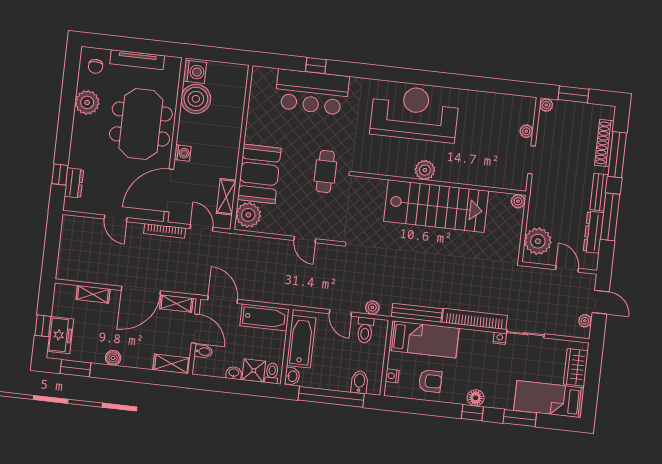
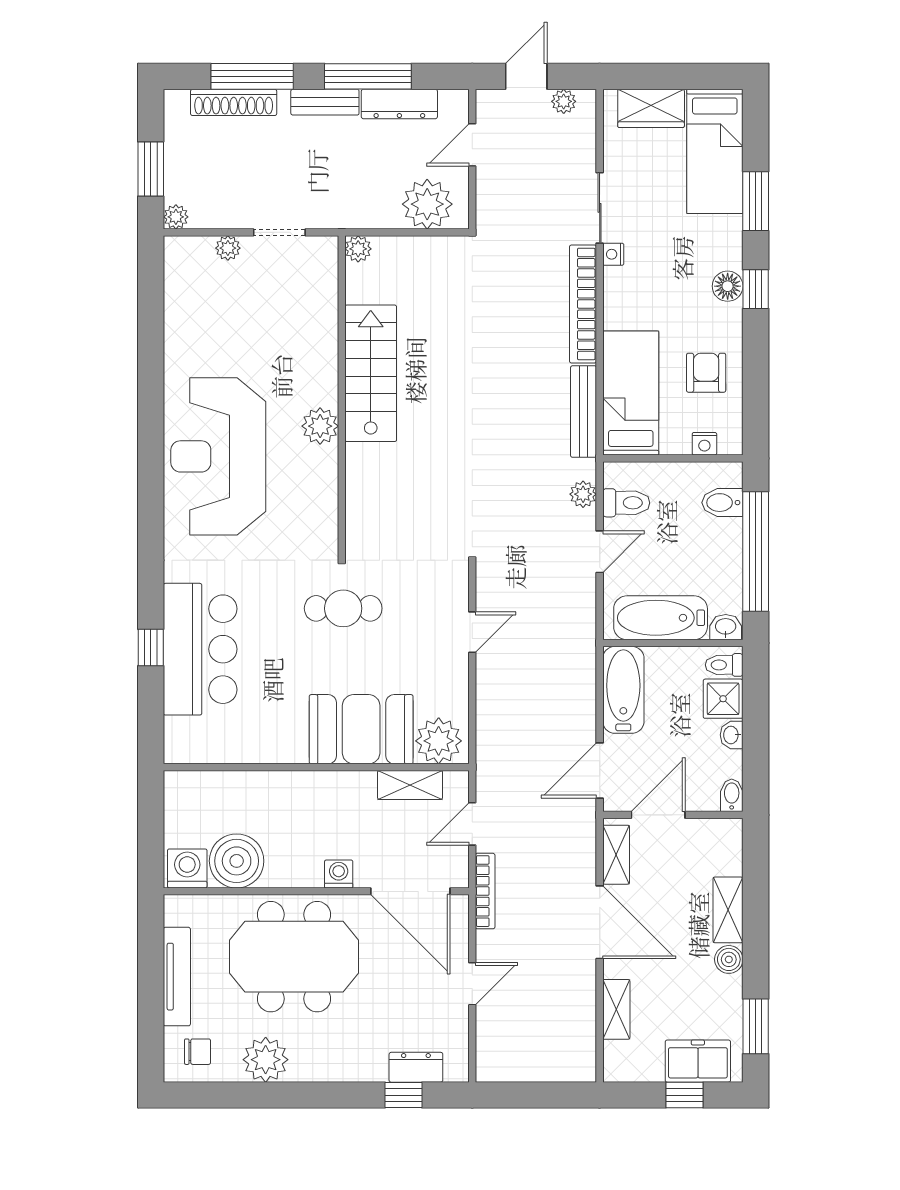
stairs: (436, 206) -> (371, 373), width x0.73, depth x0.66
bidet: (203, 351) -> (732, 795), moved
shelving: (172, 364) -> (728, 910), moved

